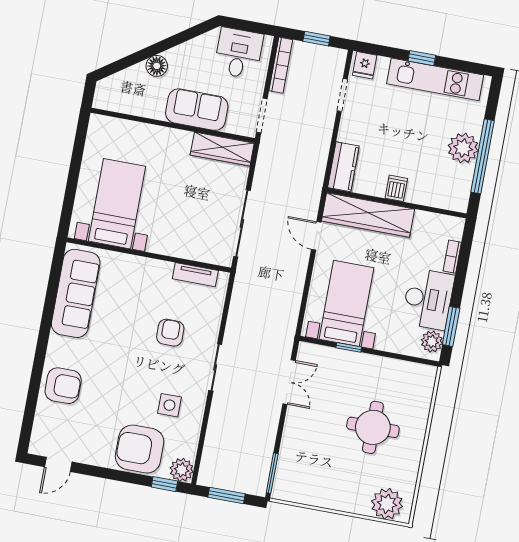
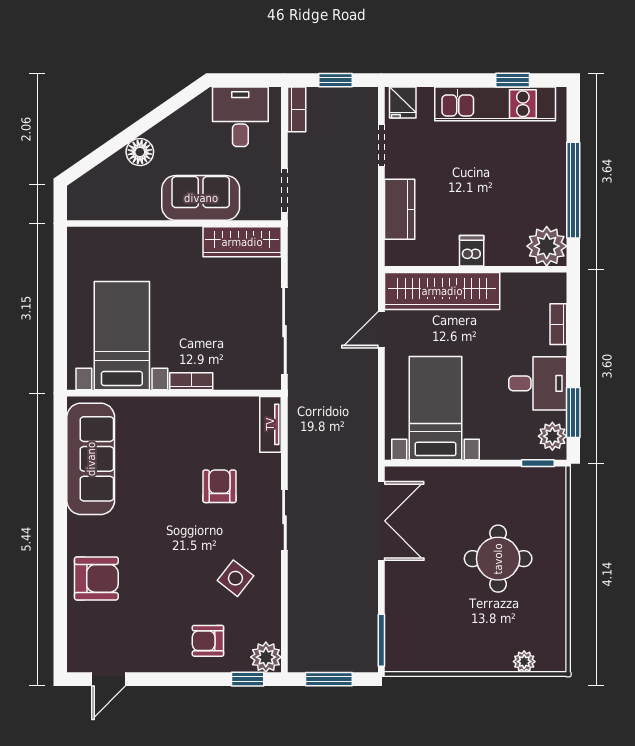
window: (422, 58) -> (513, 80), moved
bookcase: (281, 65) -> (297, 109), width x0.64
plant: (463, 148) -> (547, 246), moved
kitchen counter: (343, 167) -> (400, 209), moved
door: (316, 236) -> (381, 330), hinge flipped
bookcase: (164, 248) -> (191, 381), added
tv unit: (195, 275) -> (270, 424), moved, turned 90
desk: (428, 299) -> (538, 383), width x0.73
window: (349, 347) -> (538, 463), moved
double door: (289, 382) -> (381, 521), width x1.37
side table: (169, 405) -> (235, 578), turned 38
armchair: (140, 449) -> (208, 641), width x0.53, depth x0.53
plant: (387, 504) -> (524, 662), width x0.53, depth x0.53

